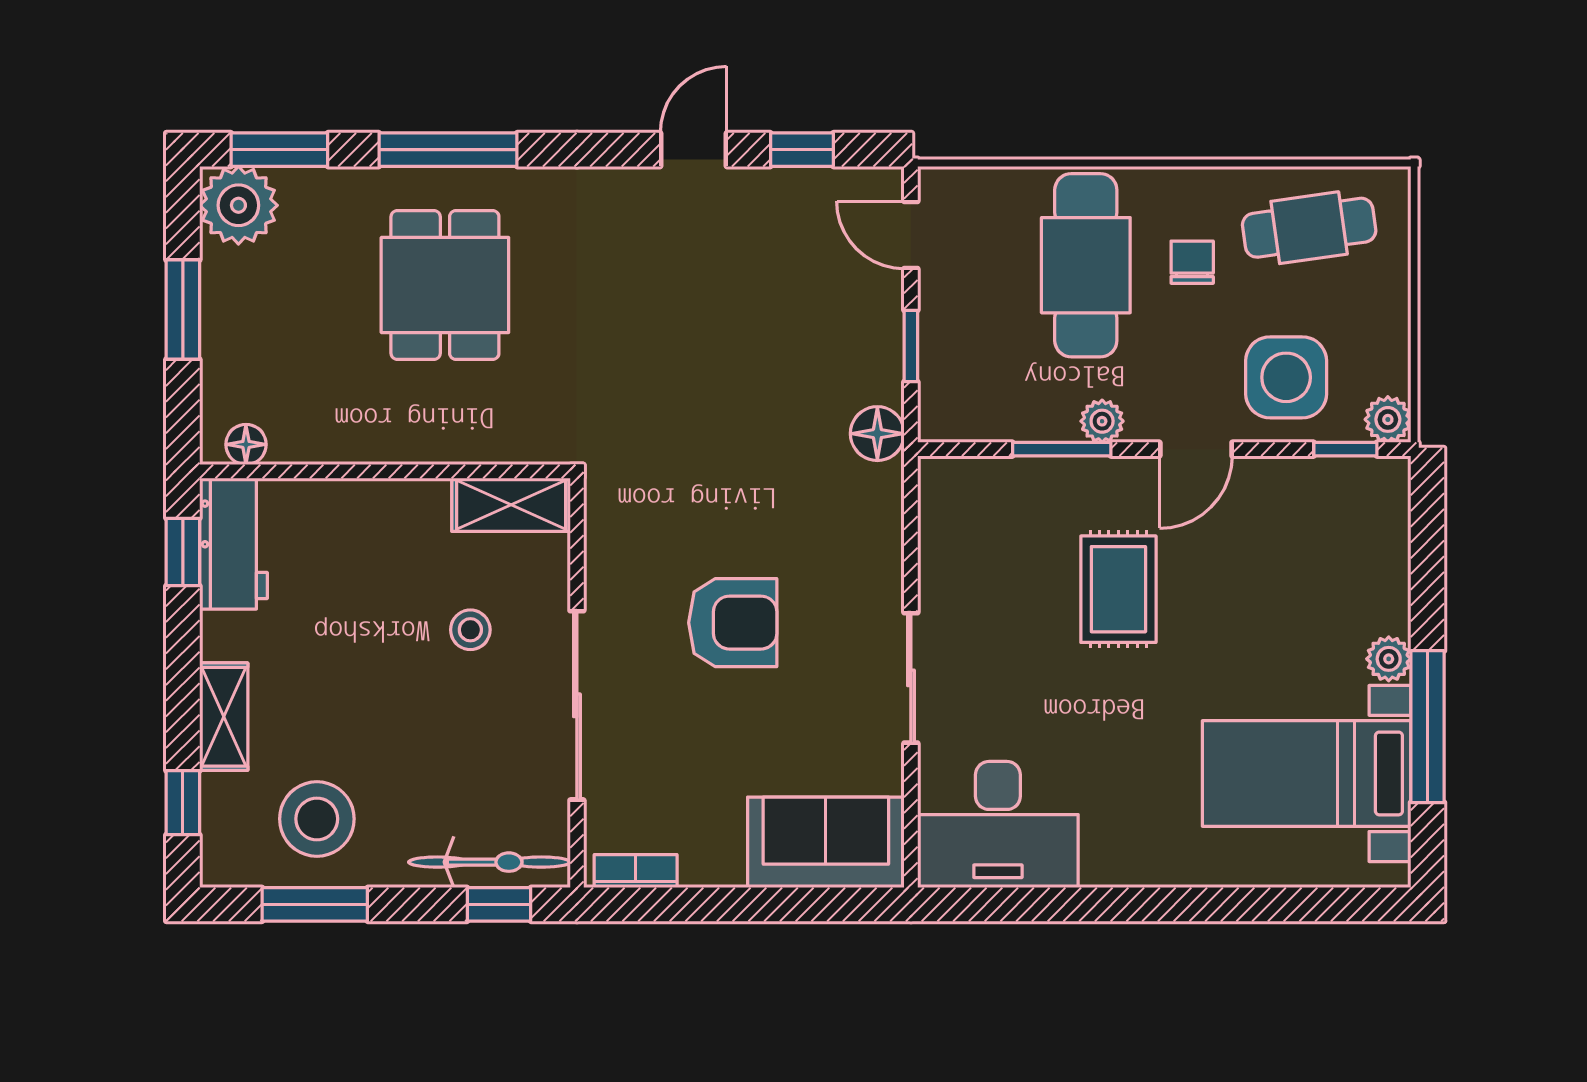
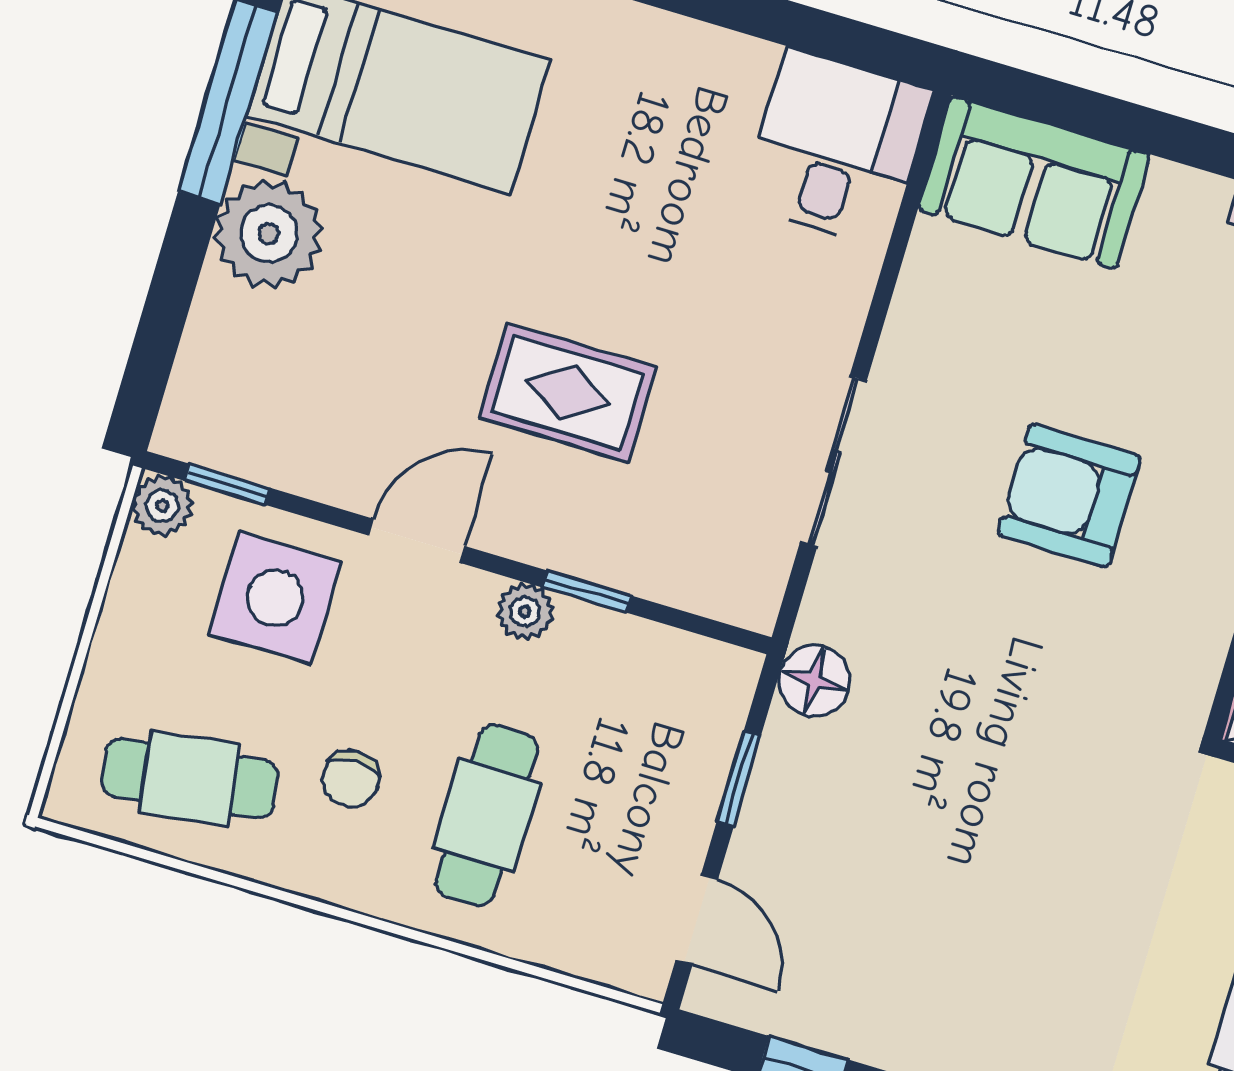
cafe table: (1086, 265) -> (487, 815), width x0.73, depth x0.74
window: (1062, 449) -> (587, 591), width x0.67
rug: (1118, 589) -> (568, 392), turned 90
plant: (1389, 659) -> (269, 234), width x1.88, depth x1.88
sliding door: (911, 678) -> (833, 461), moved
desk: (998, 825) -> (837, 148), width x0.73

